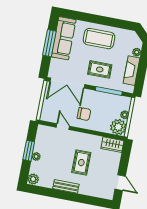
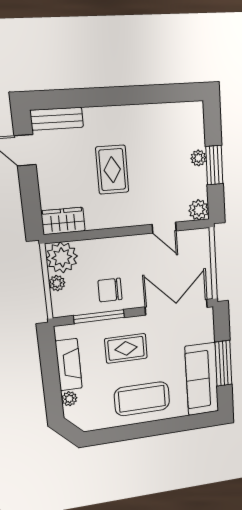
chair: (84, 114) -> (110, 290), moved
plant: (33, 179) -> (199, 210), moved
bench: (66, 186) -> (57, 119), moved

